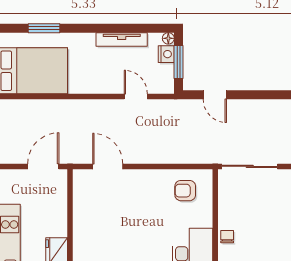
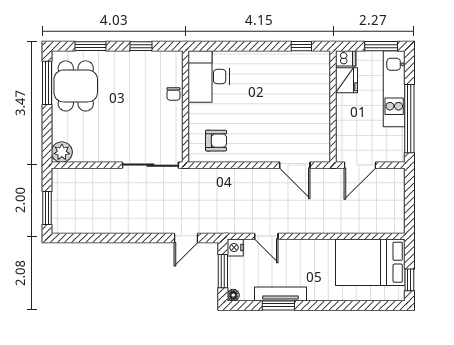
window: (44, 28) -> (278, 305), moved
nightstand: (166, 54) -> (235, 247), moved
door: (215, 95) -> (186, 238), swing flipped

